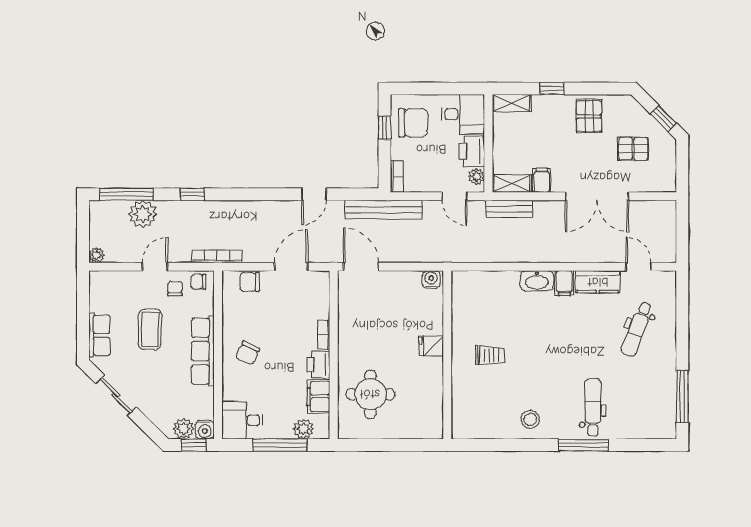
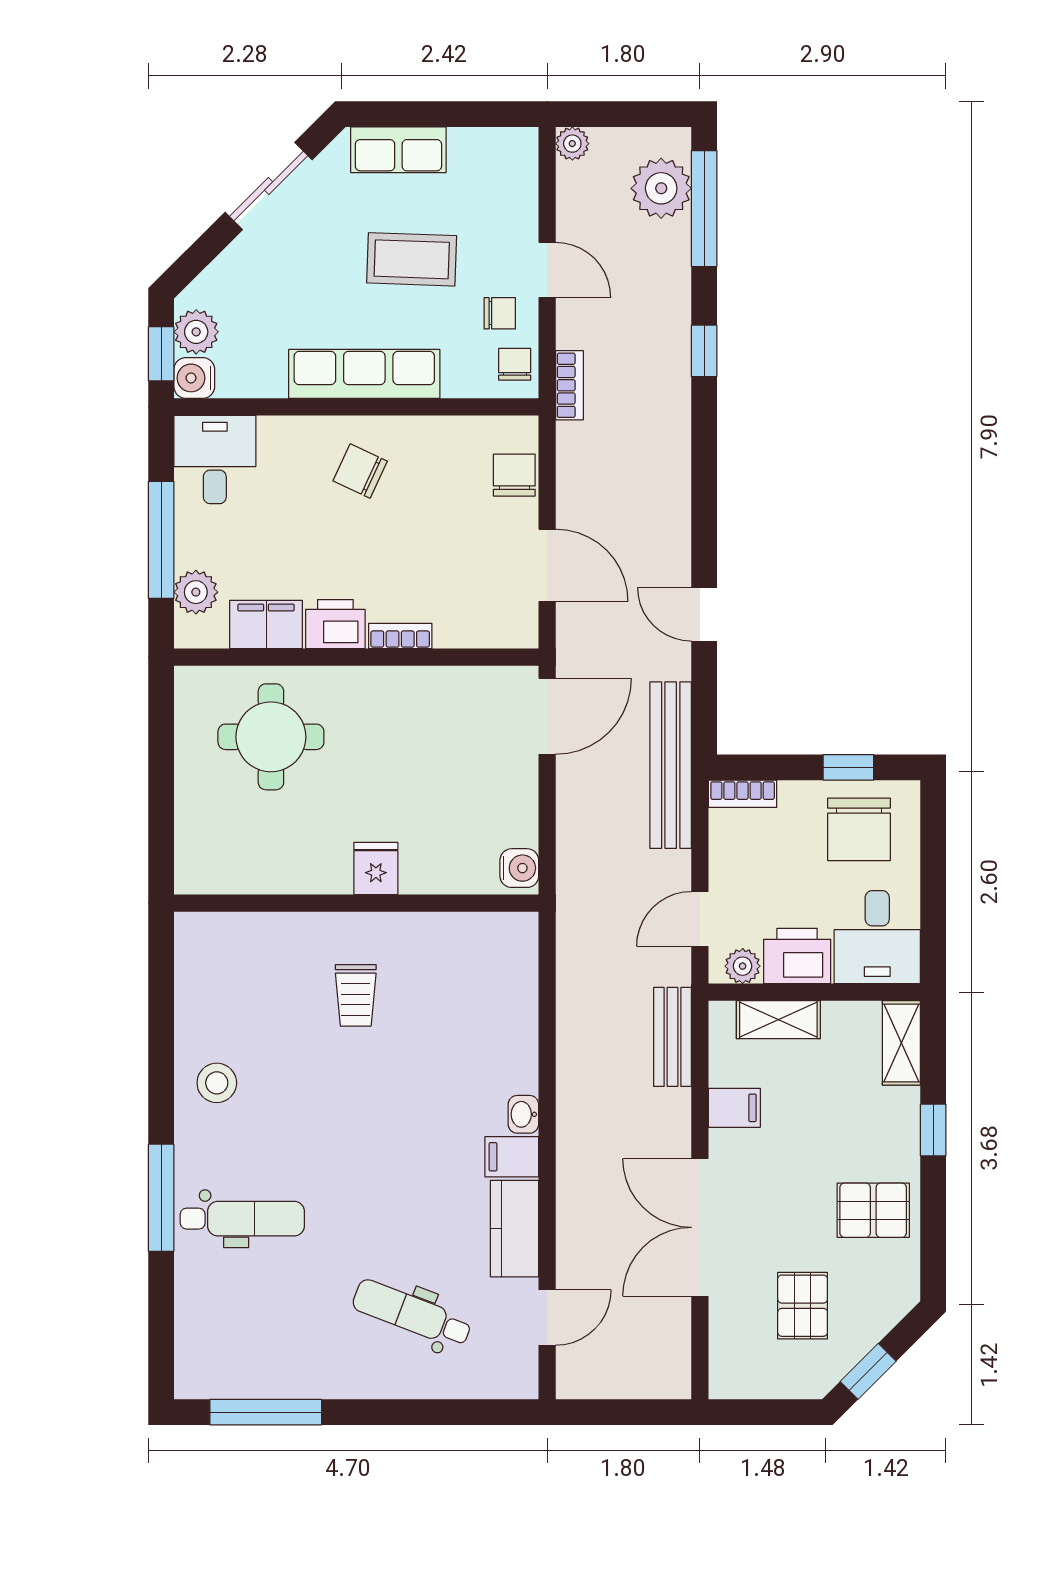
shelving: (512, 184) -> (778, 1020), moved, turned 90
plant: (143, 214) -> (661, 188), moved
bookcase: (217, 256) -> (569, 385), width x0.64
washbasin: (537, 281) -> (523, 1114), width x0.52, depth x0.69

